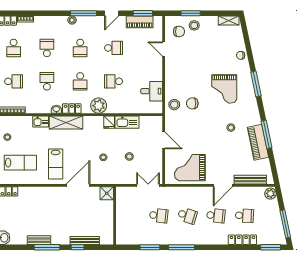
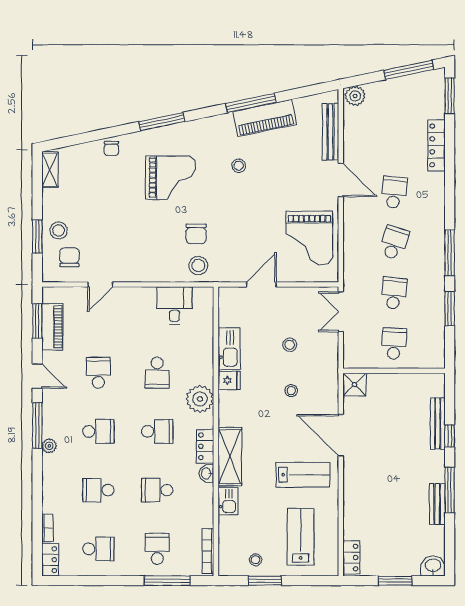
school desk: (244, 216) -> (394, 344), moved

